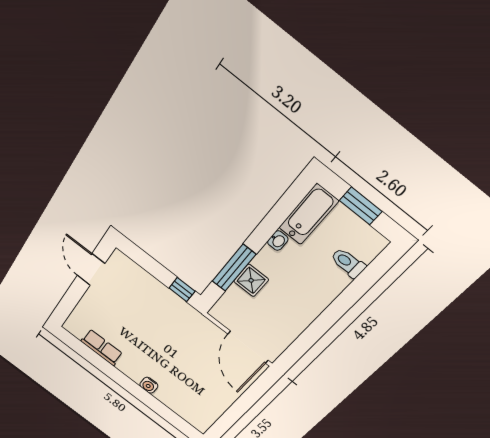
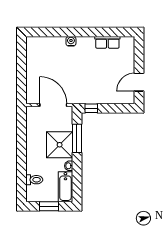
door: (91, 270) -> (139, 82), swing flipped
shower: (251, 280) -> (60, 145), width x1.86, depth x1.86
door: (248, 347) -> (53, 105), moved

